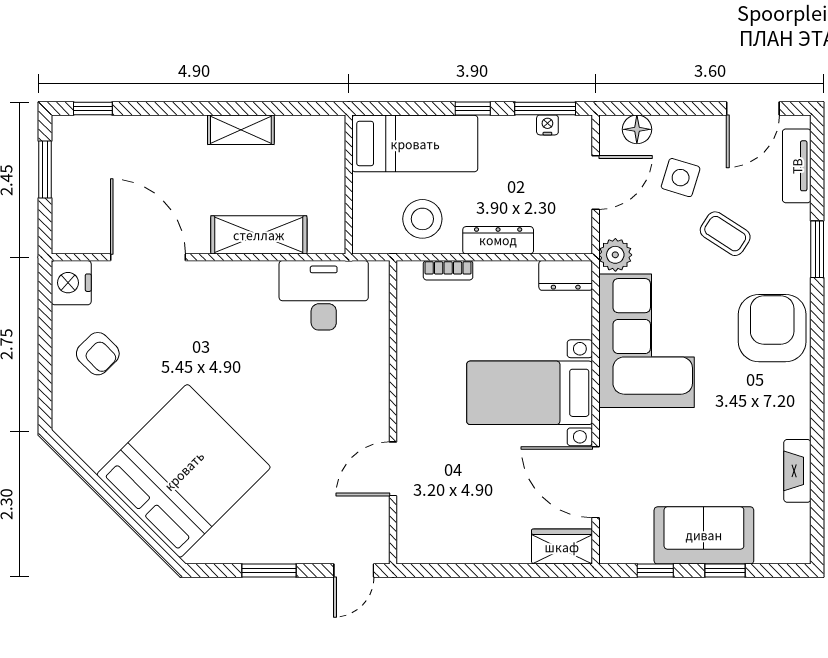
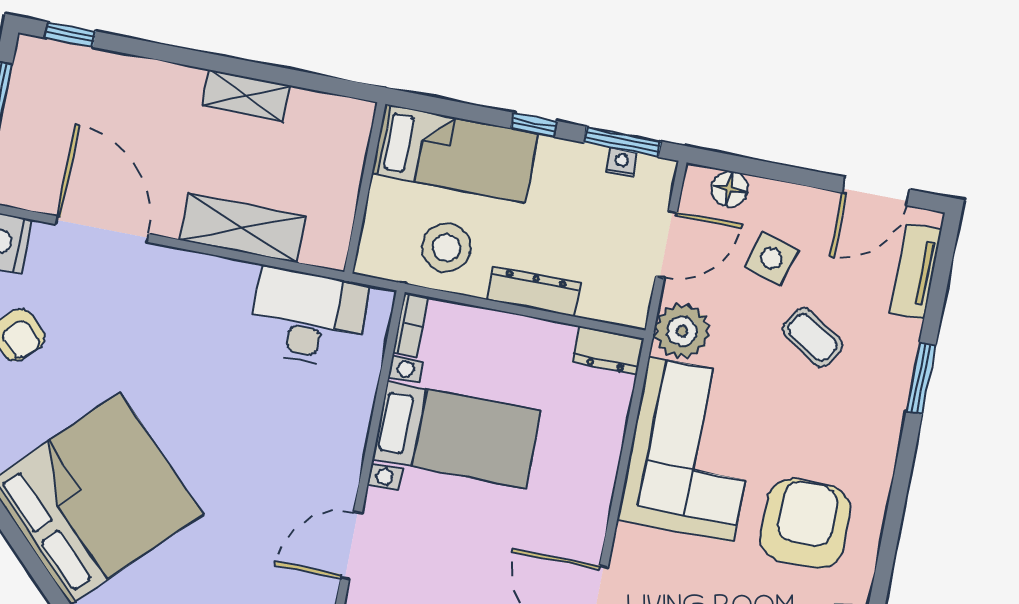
plant: (615, 255) -> (682, 331), width x1.36, depth x1.36
bookcase: (448, 270) -> (411, 324), moved, turned -90
armchair: (772, 328) -> (806, 524), moved
bed with nightstands: (530, 393) -> (456, 435), moved, turned 180

